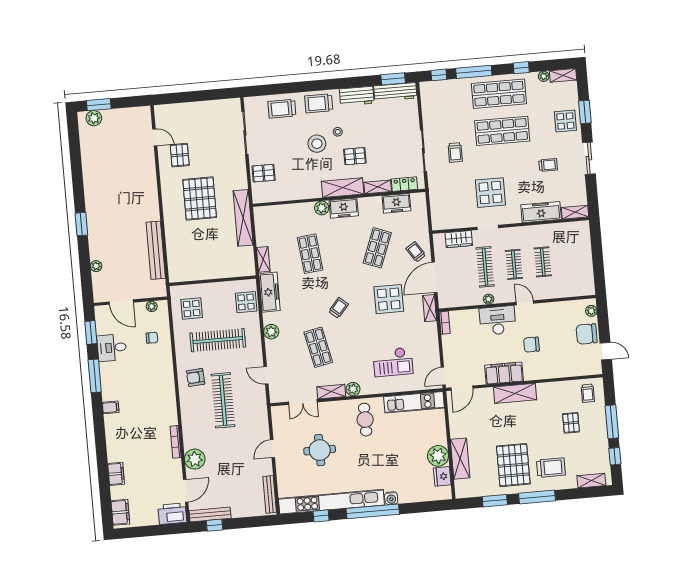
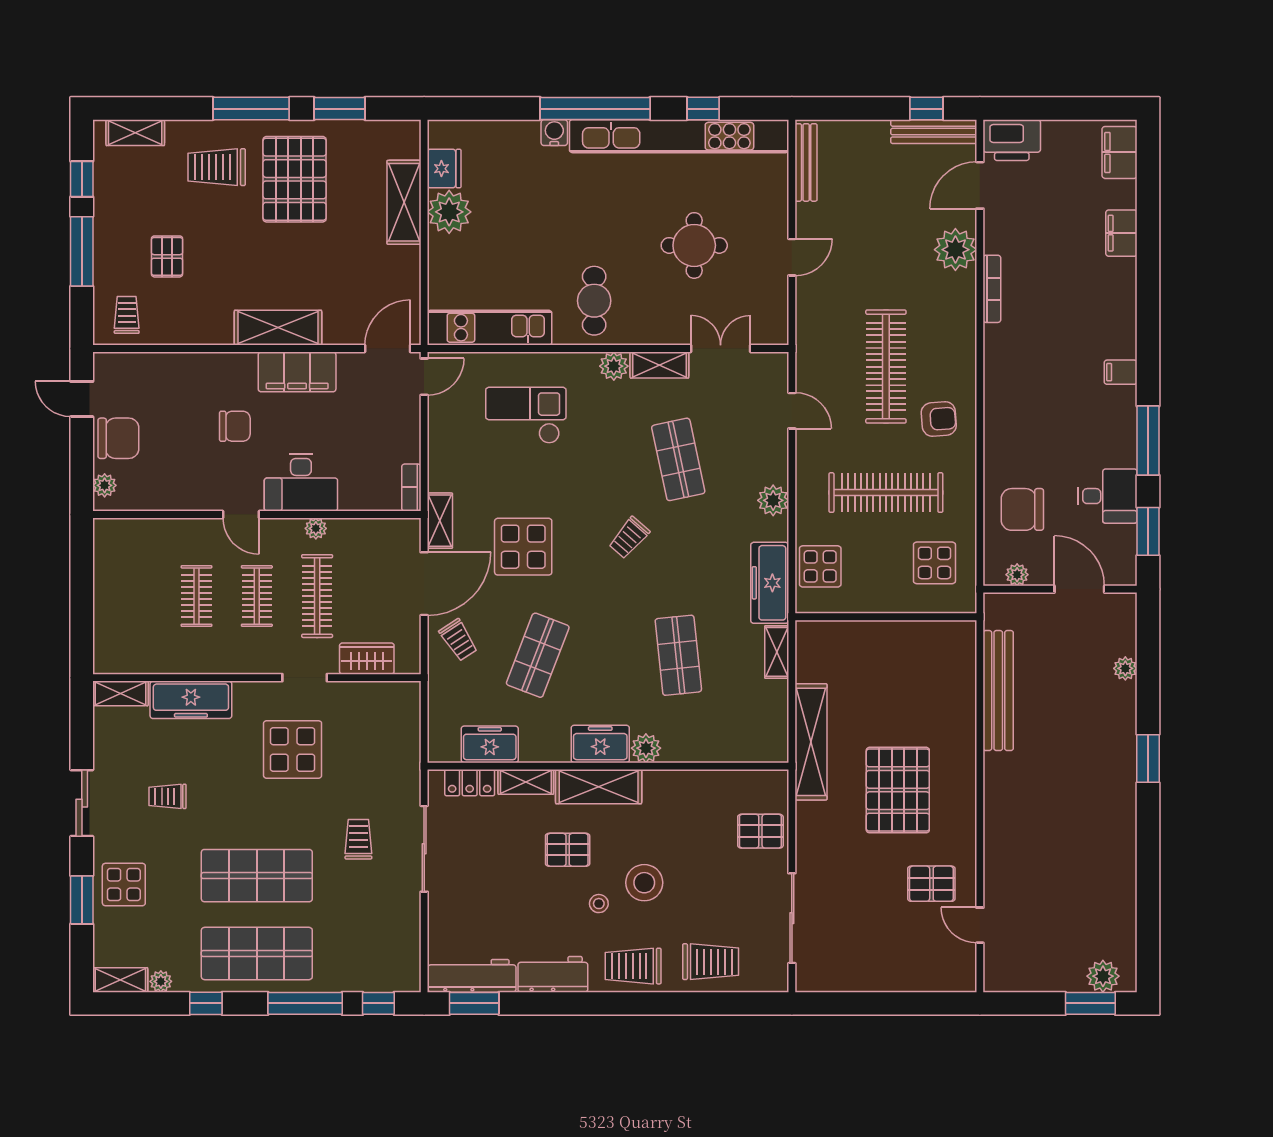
trolley: (319, 103) -> (633, 966), turned 180
pallet: (180, 155) -> (931, 884), turned 90
chair: (152, 338) -> (1022, 509), width x1.87, depth x1.87

